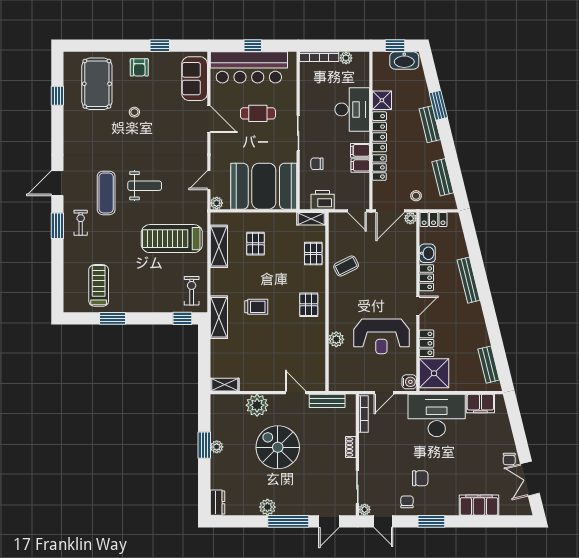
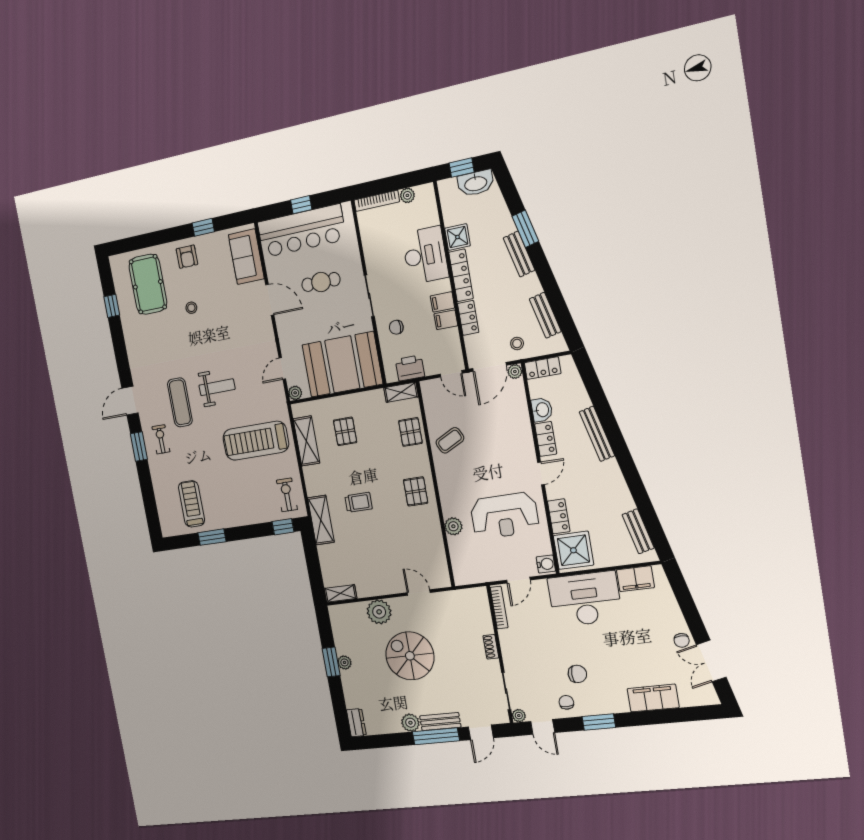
bench: (327, 401) -> (440, 722), moved

